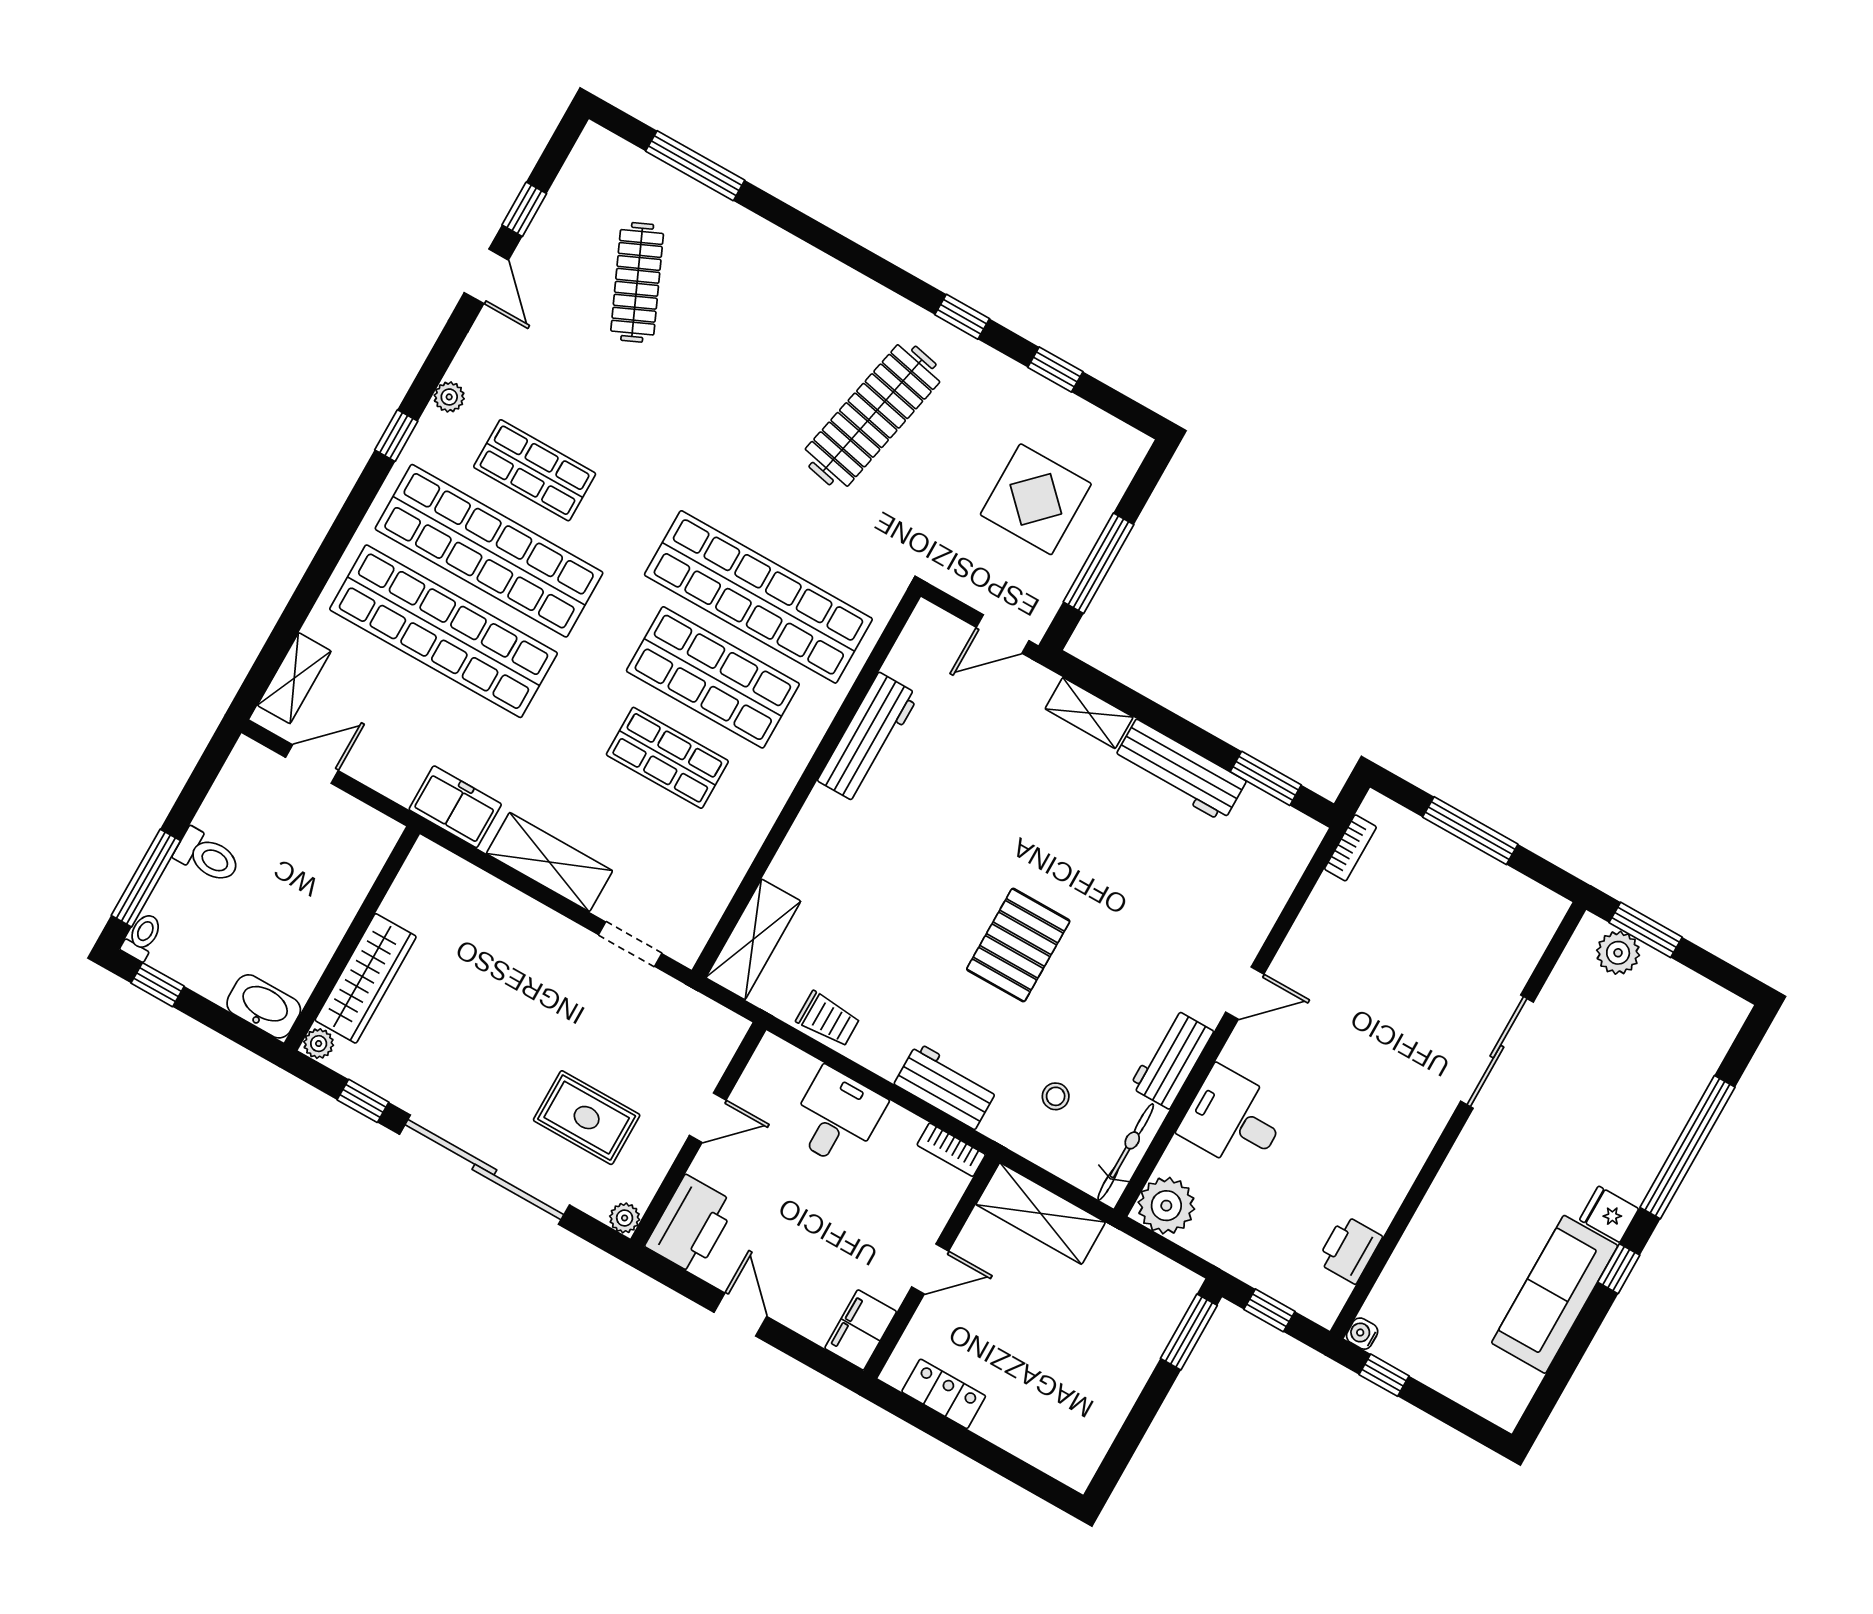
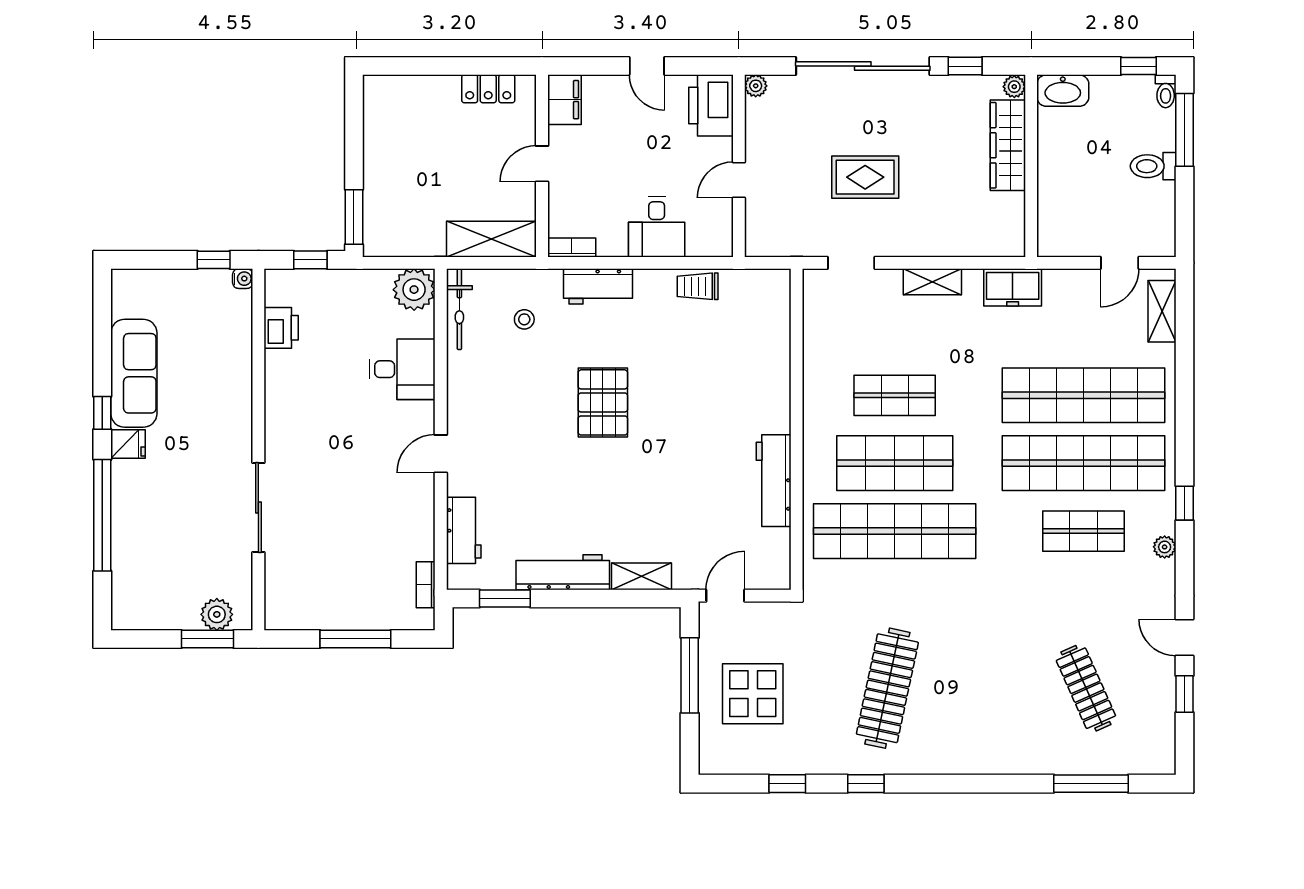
shelving: (549, 862) -> (932, 282), width x0.67, depth x0.75
shelving: (753, 939) -> (774, 310), removed
workbench: (1172, 1059) -> (464, 530), moved
rug: (587, 1118) -> (865, 177), moved

